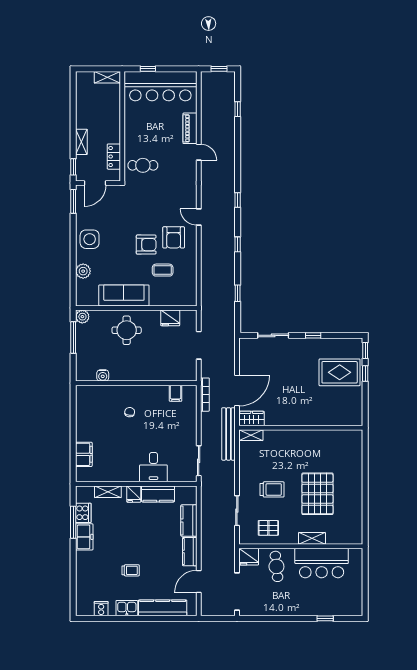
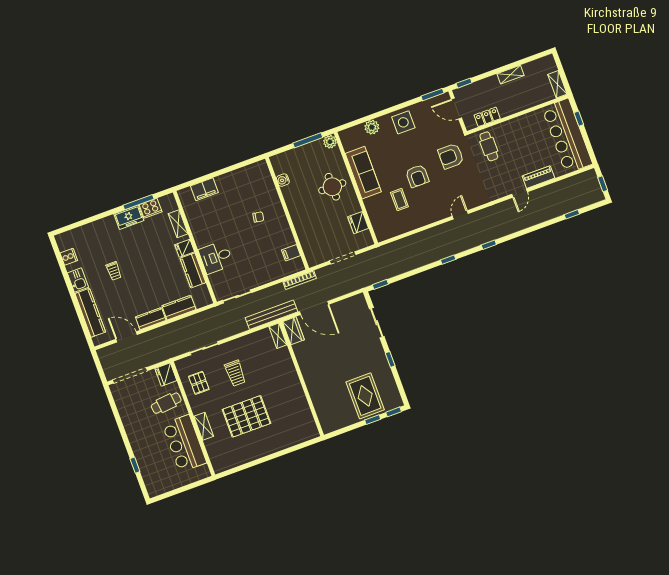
shelving: (81, 142) -> (511, 75), moved
armchair: (174, 237) -> (451, 156), moved
window: (238, 293) -> (380, 284), moved

